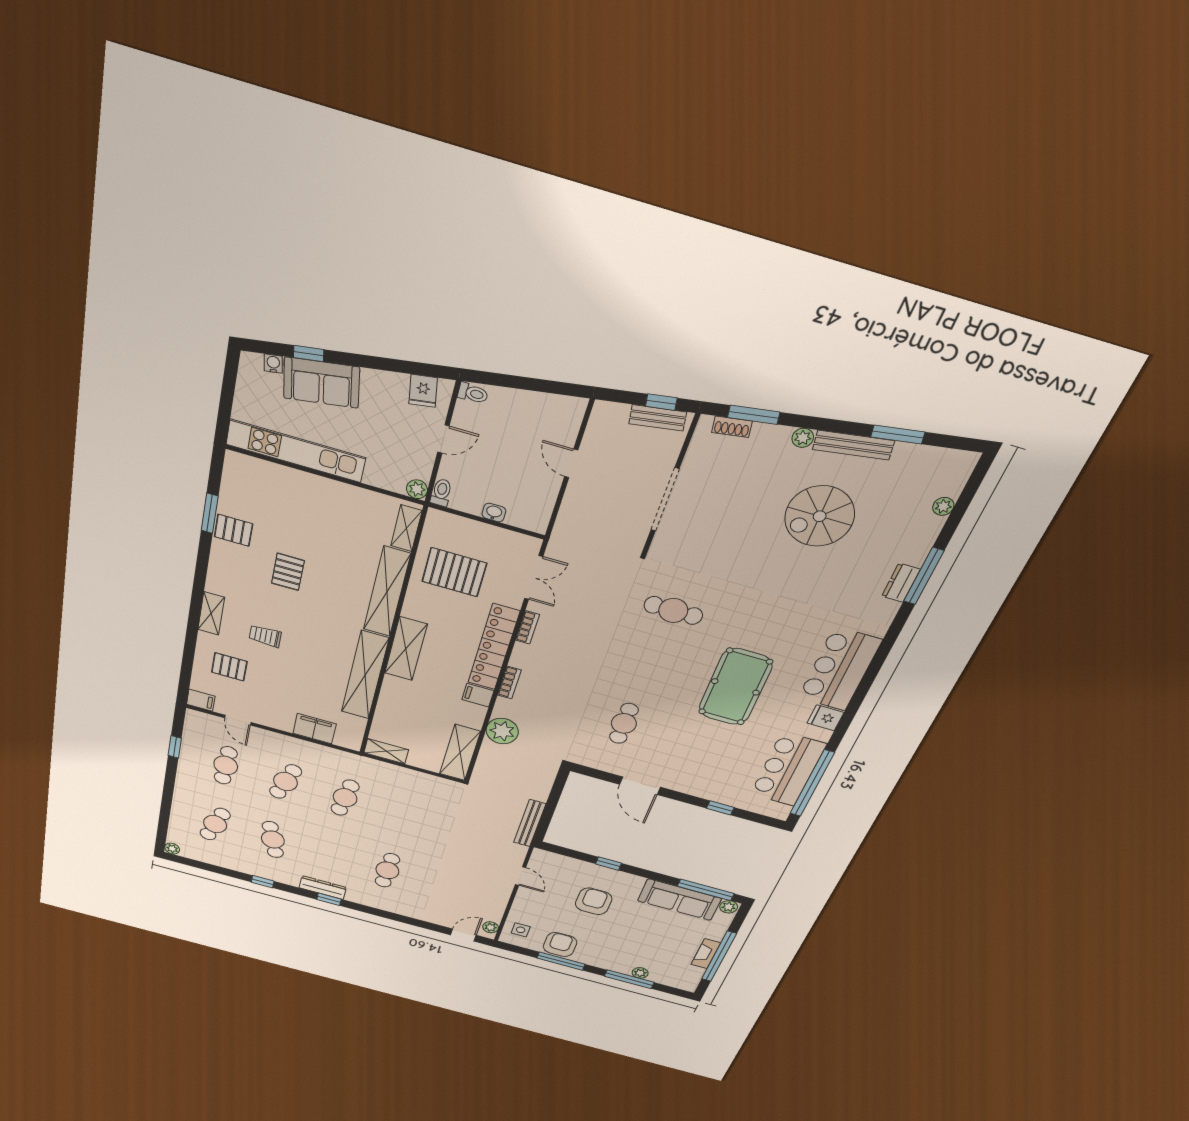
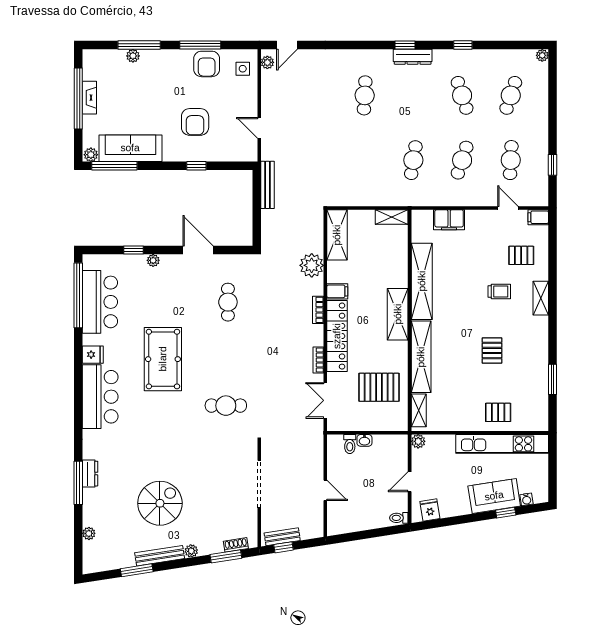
toilet: (441, 492) -> (350, 444), moved
pallet: (234, 530) -> (498, 412), moved
plant: (701, 791) -> (153, 260), added

